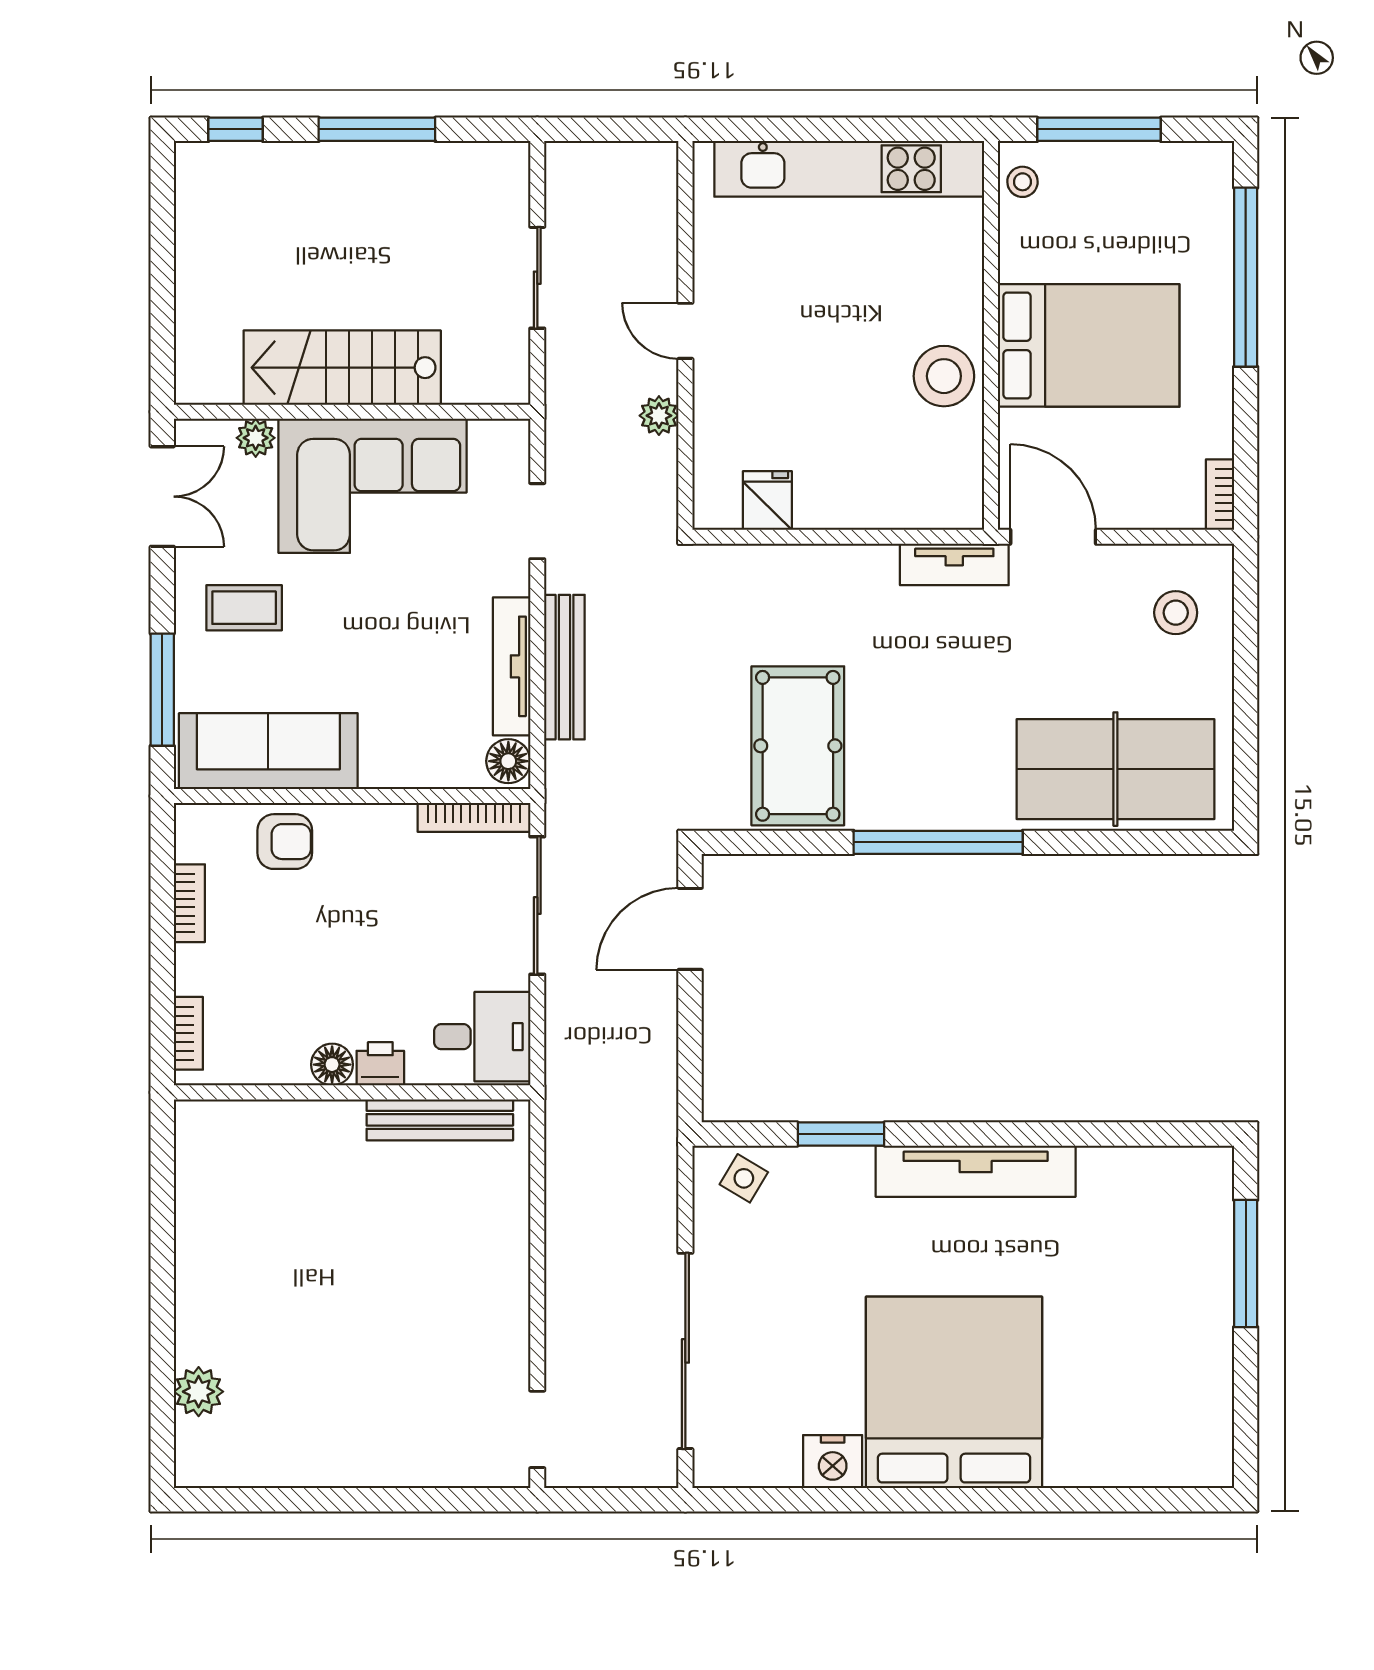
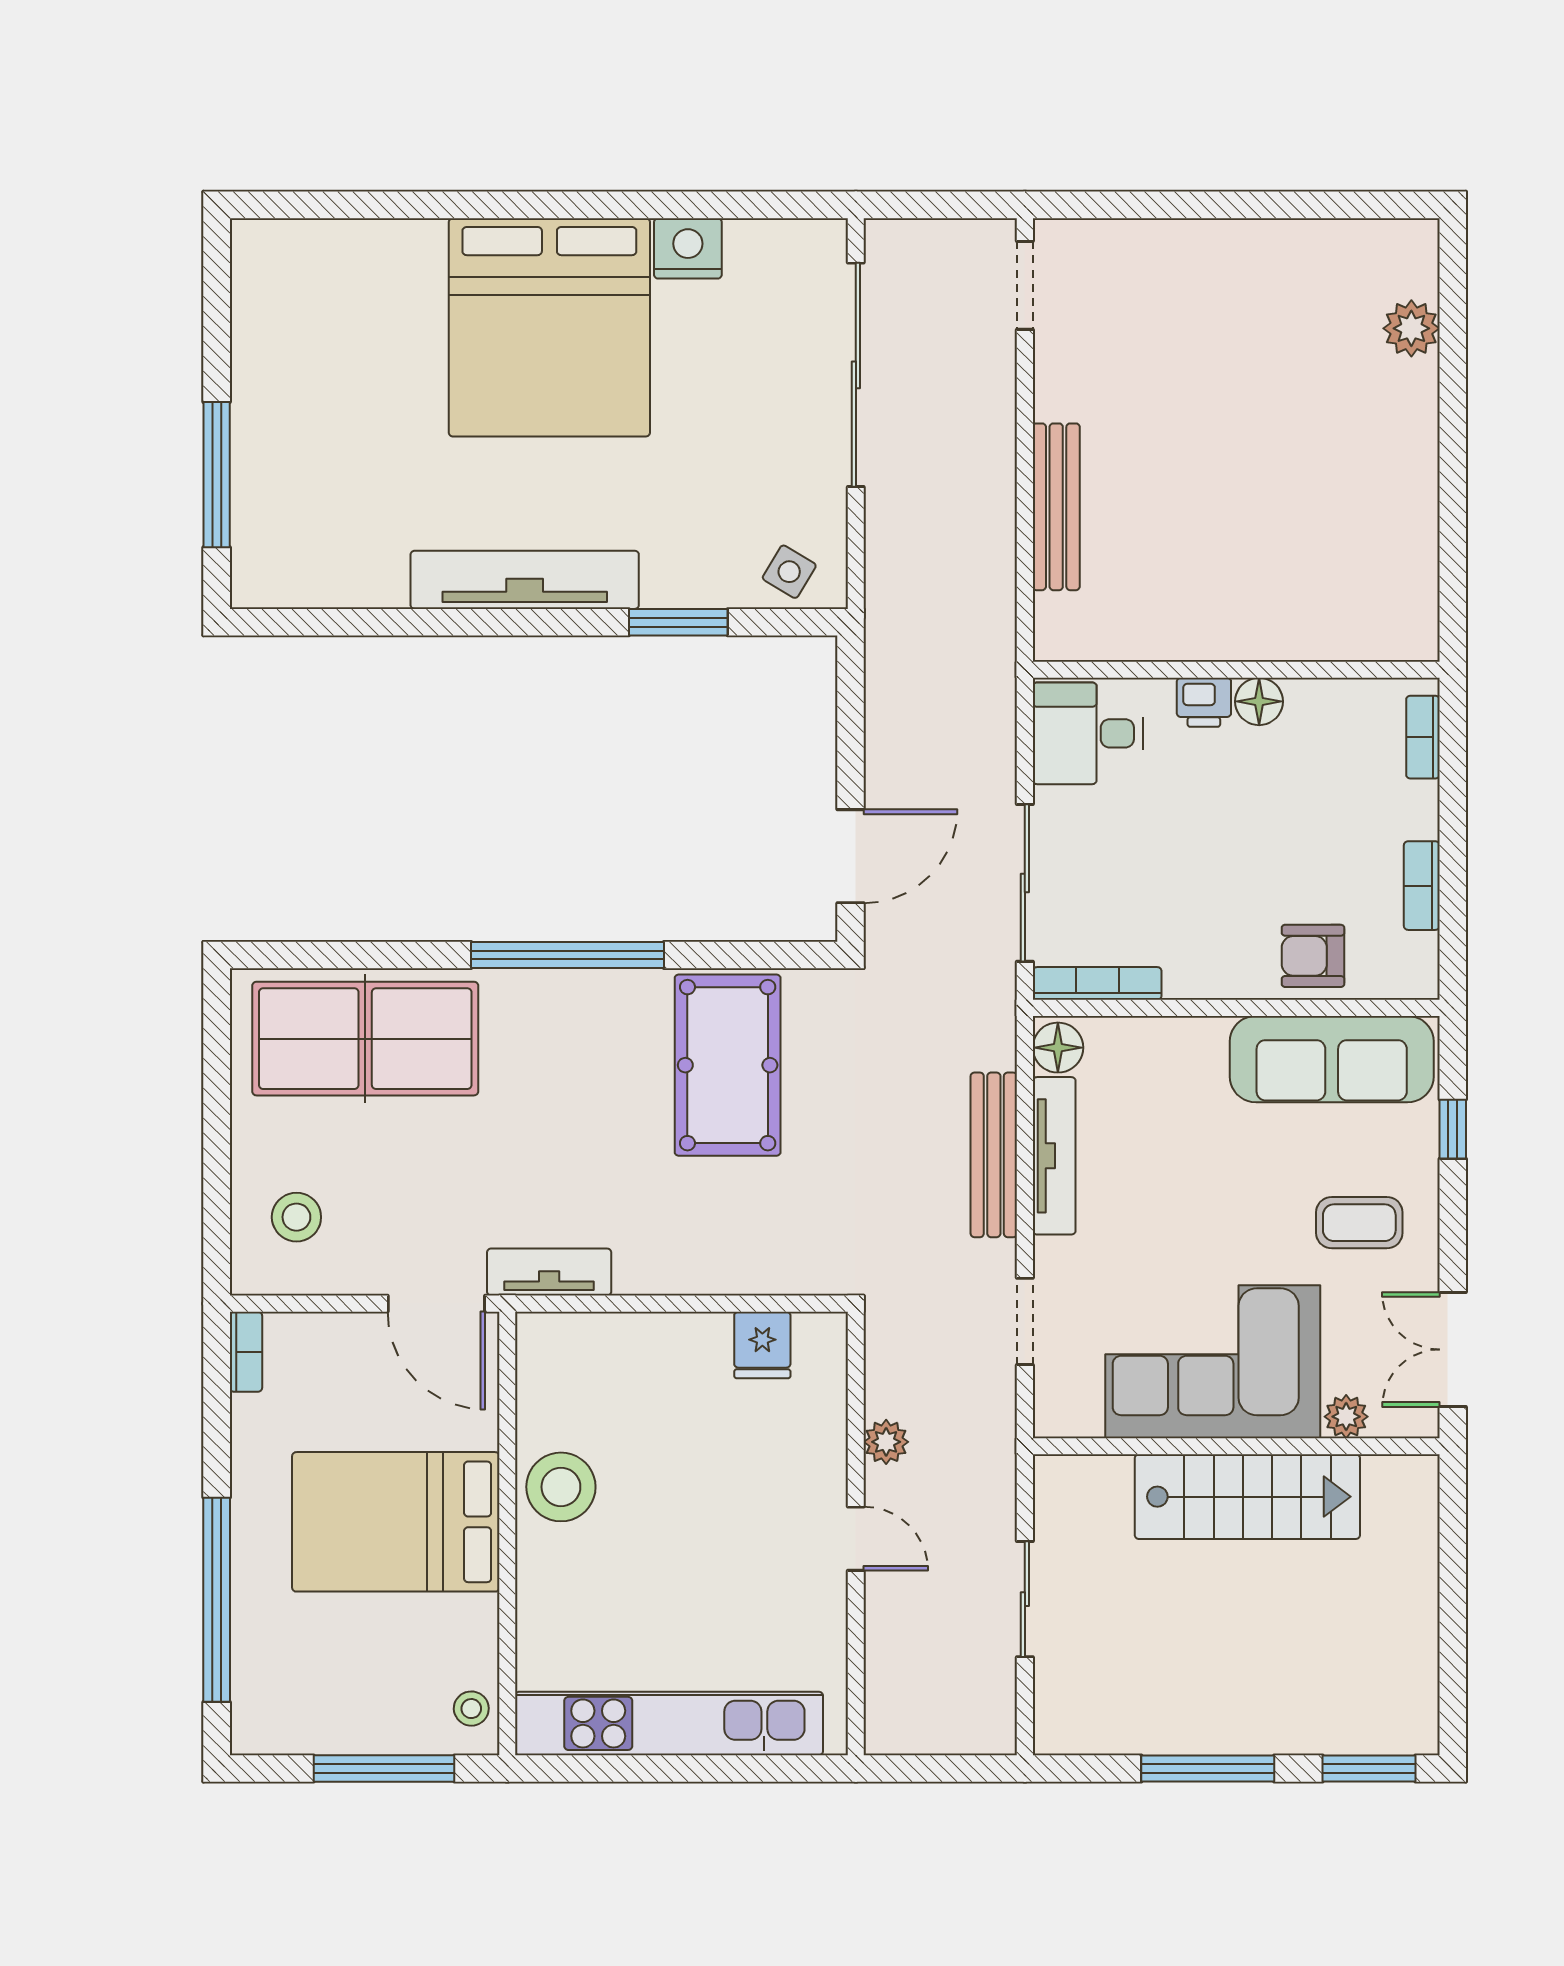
window: (236, 129) -> (1369, 1768), width x1.50
window: (162, 690) -> (1453, 1129), width x0.46
bench: (440, 1120) -> (1056, 507), moved, turned 90

